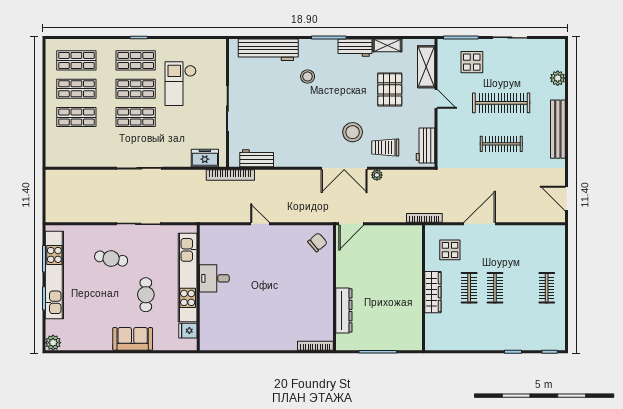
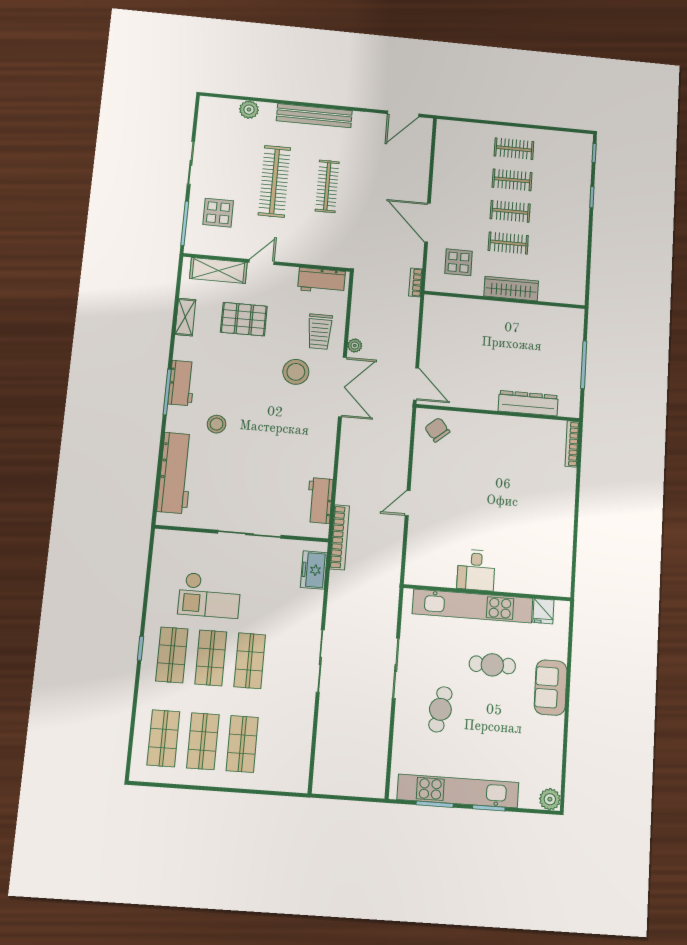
workbench: (355, 48) -> (182, 383), moved
bookcase: (424, 218) -> (416, 282), width x0.64
clothes rail: (521, 288) -> (512, 180), added

